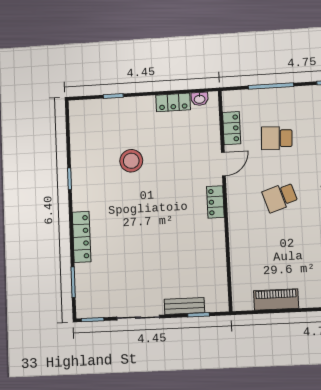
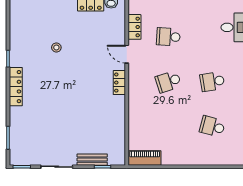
stool: (131, 161) -> (56, 48), width x0.53, depth x0.53
door: (223, 164) -> (127, 54), swing flipped
locker: (82, 237) -> (16, 87), moved
piano: (276, 299) -> (145, 158), moved

